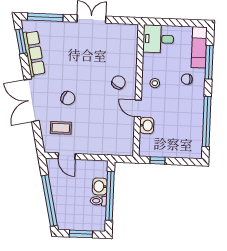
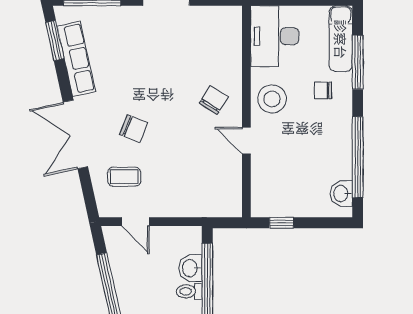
desk: (158, 39) -> (275, 36), width x1.37
stool: (155, 83) -> (272, 99), width x1.89, depth x1.89
washbasin: (147, 125) -> (341, 194), moved, turned 180

